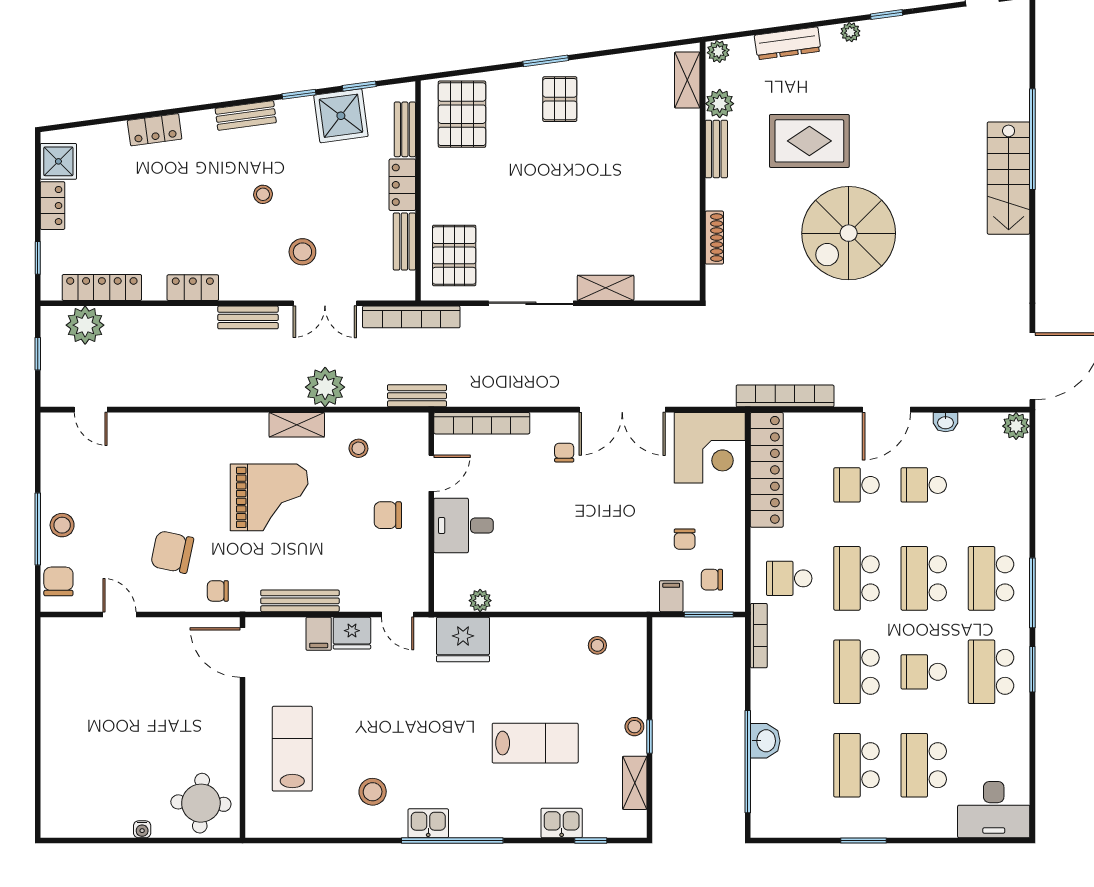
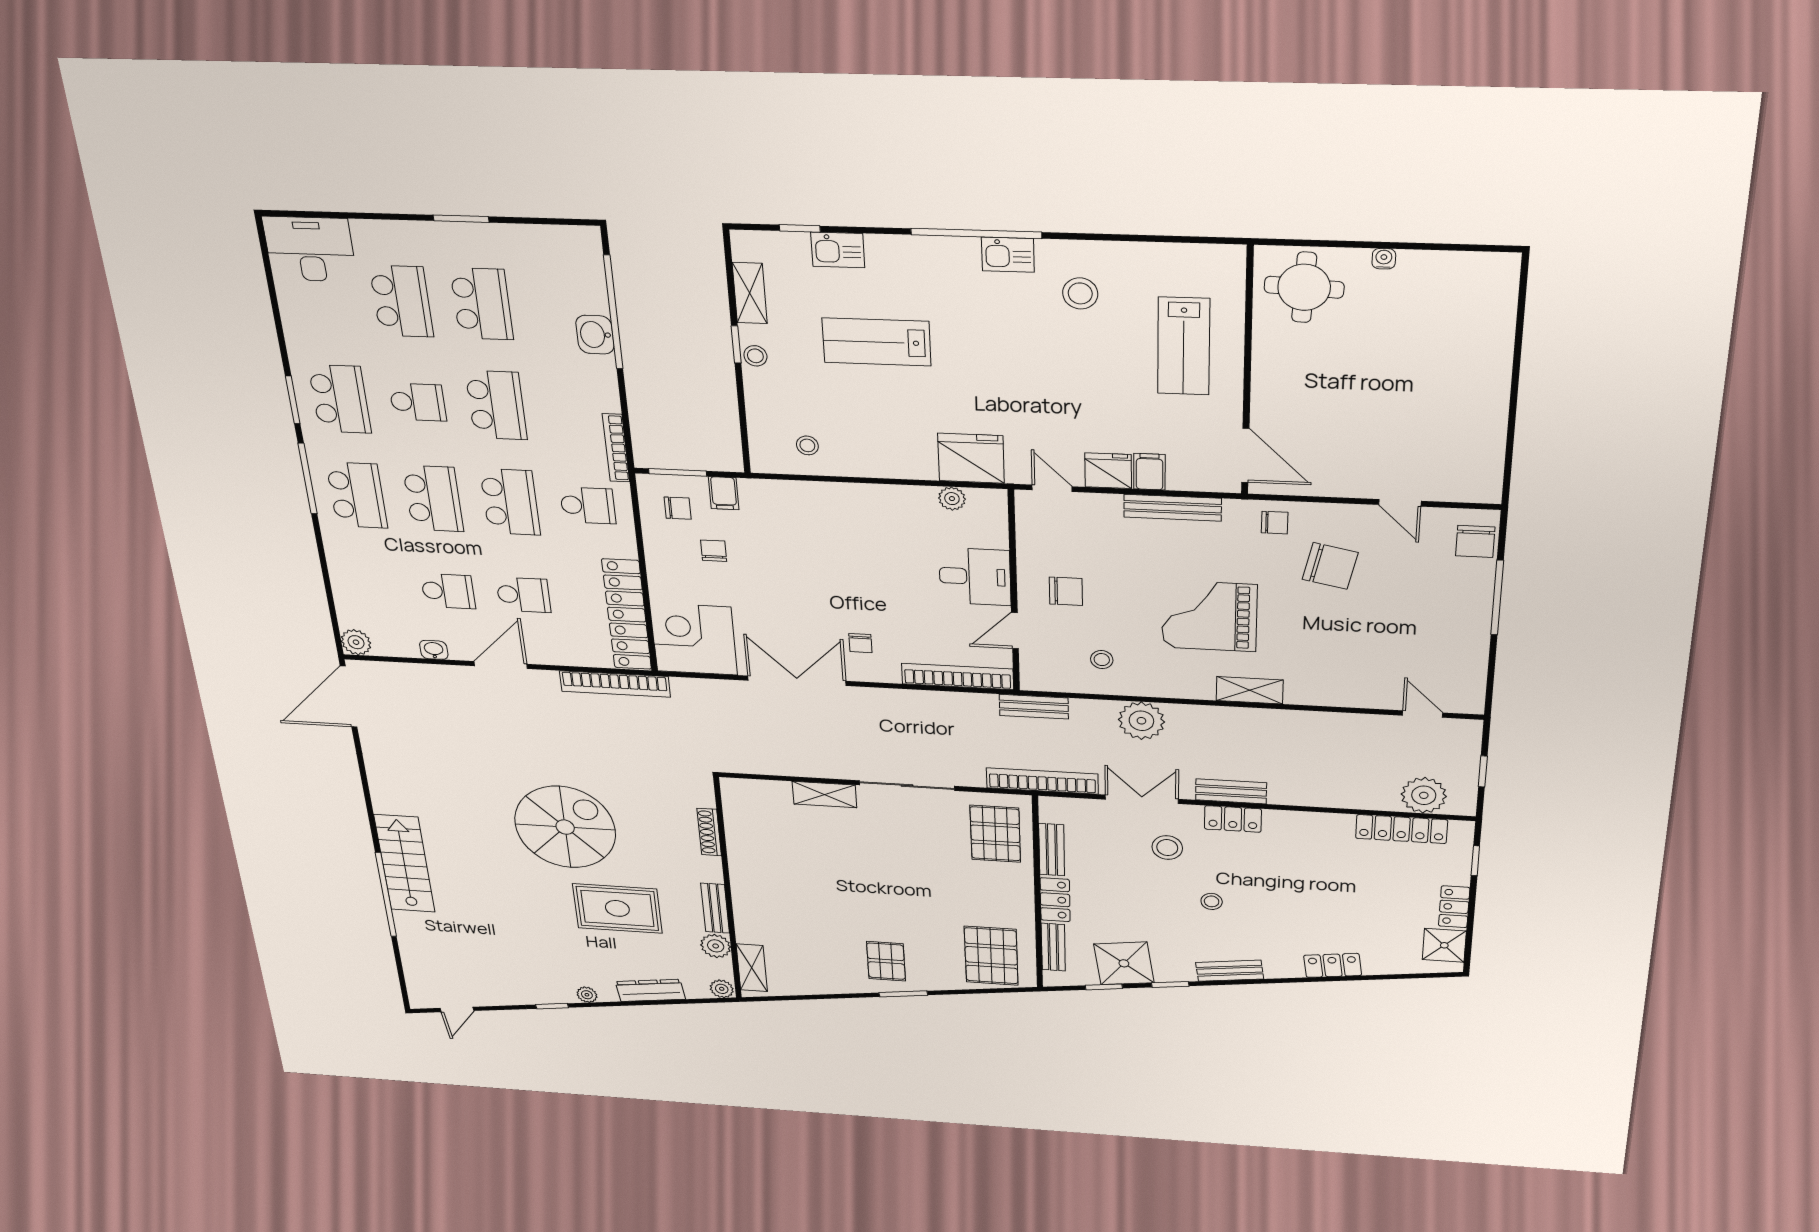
locker: (193, 288) -> (1233, 819), moved
shelving: (297, 425) -> (1250, 690), moved
stool: (62, 525) -> (1466, 600), removed

